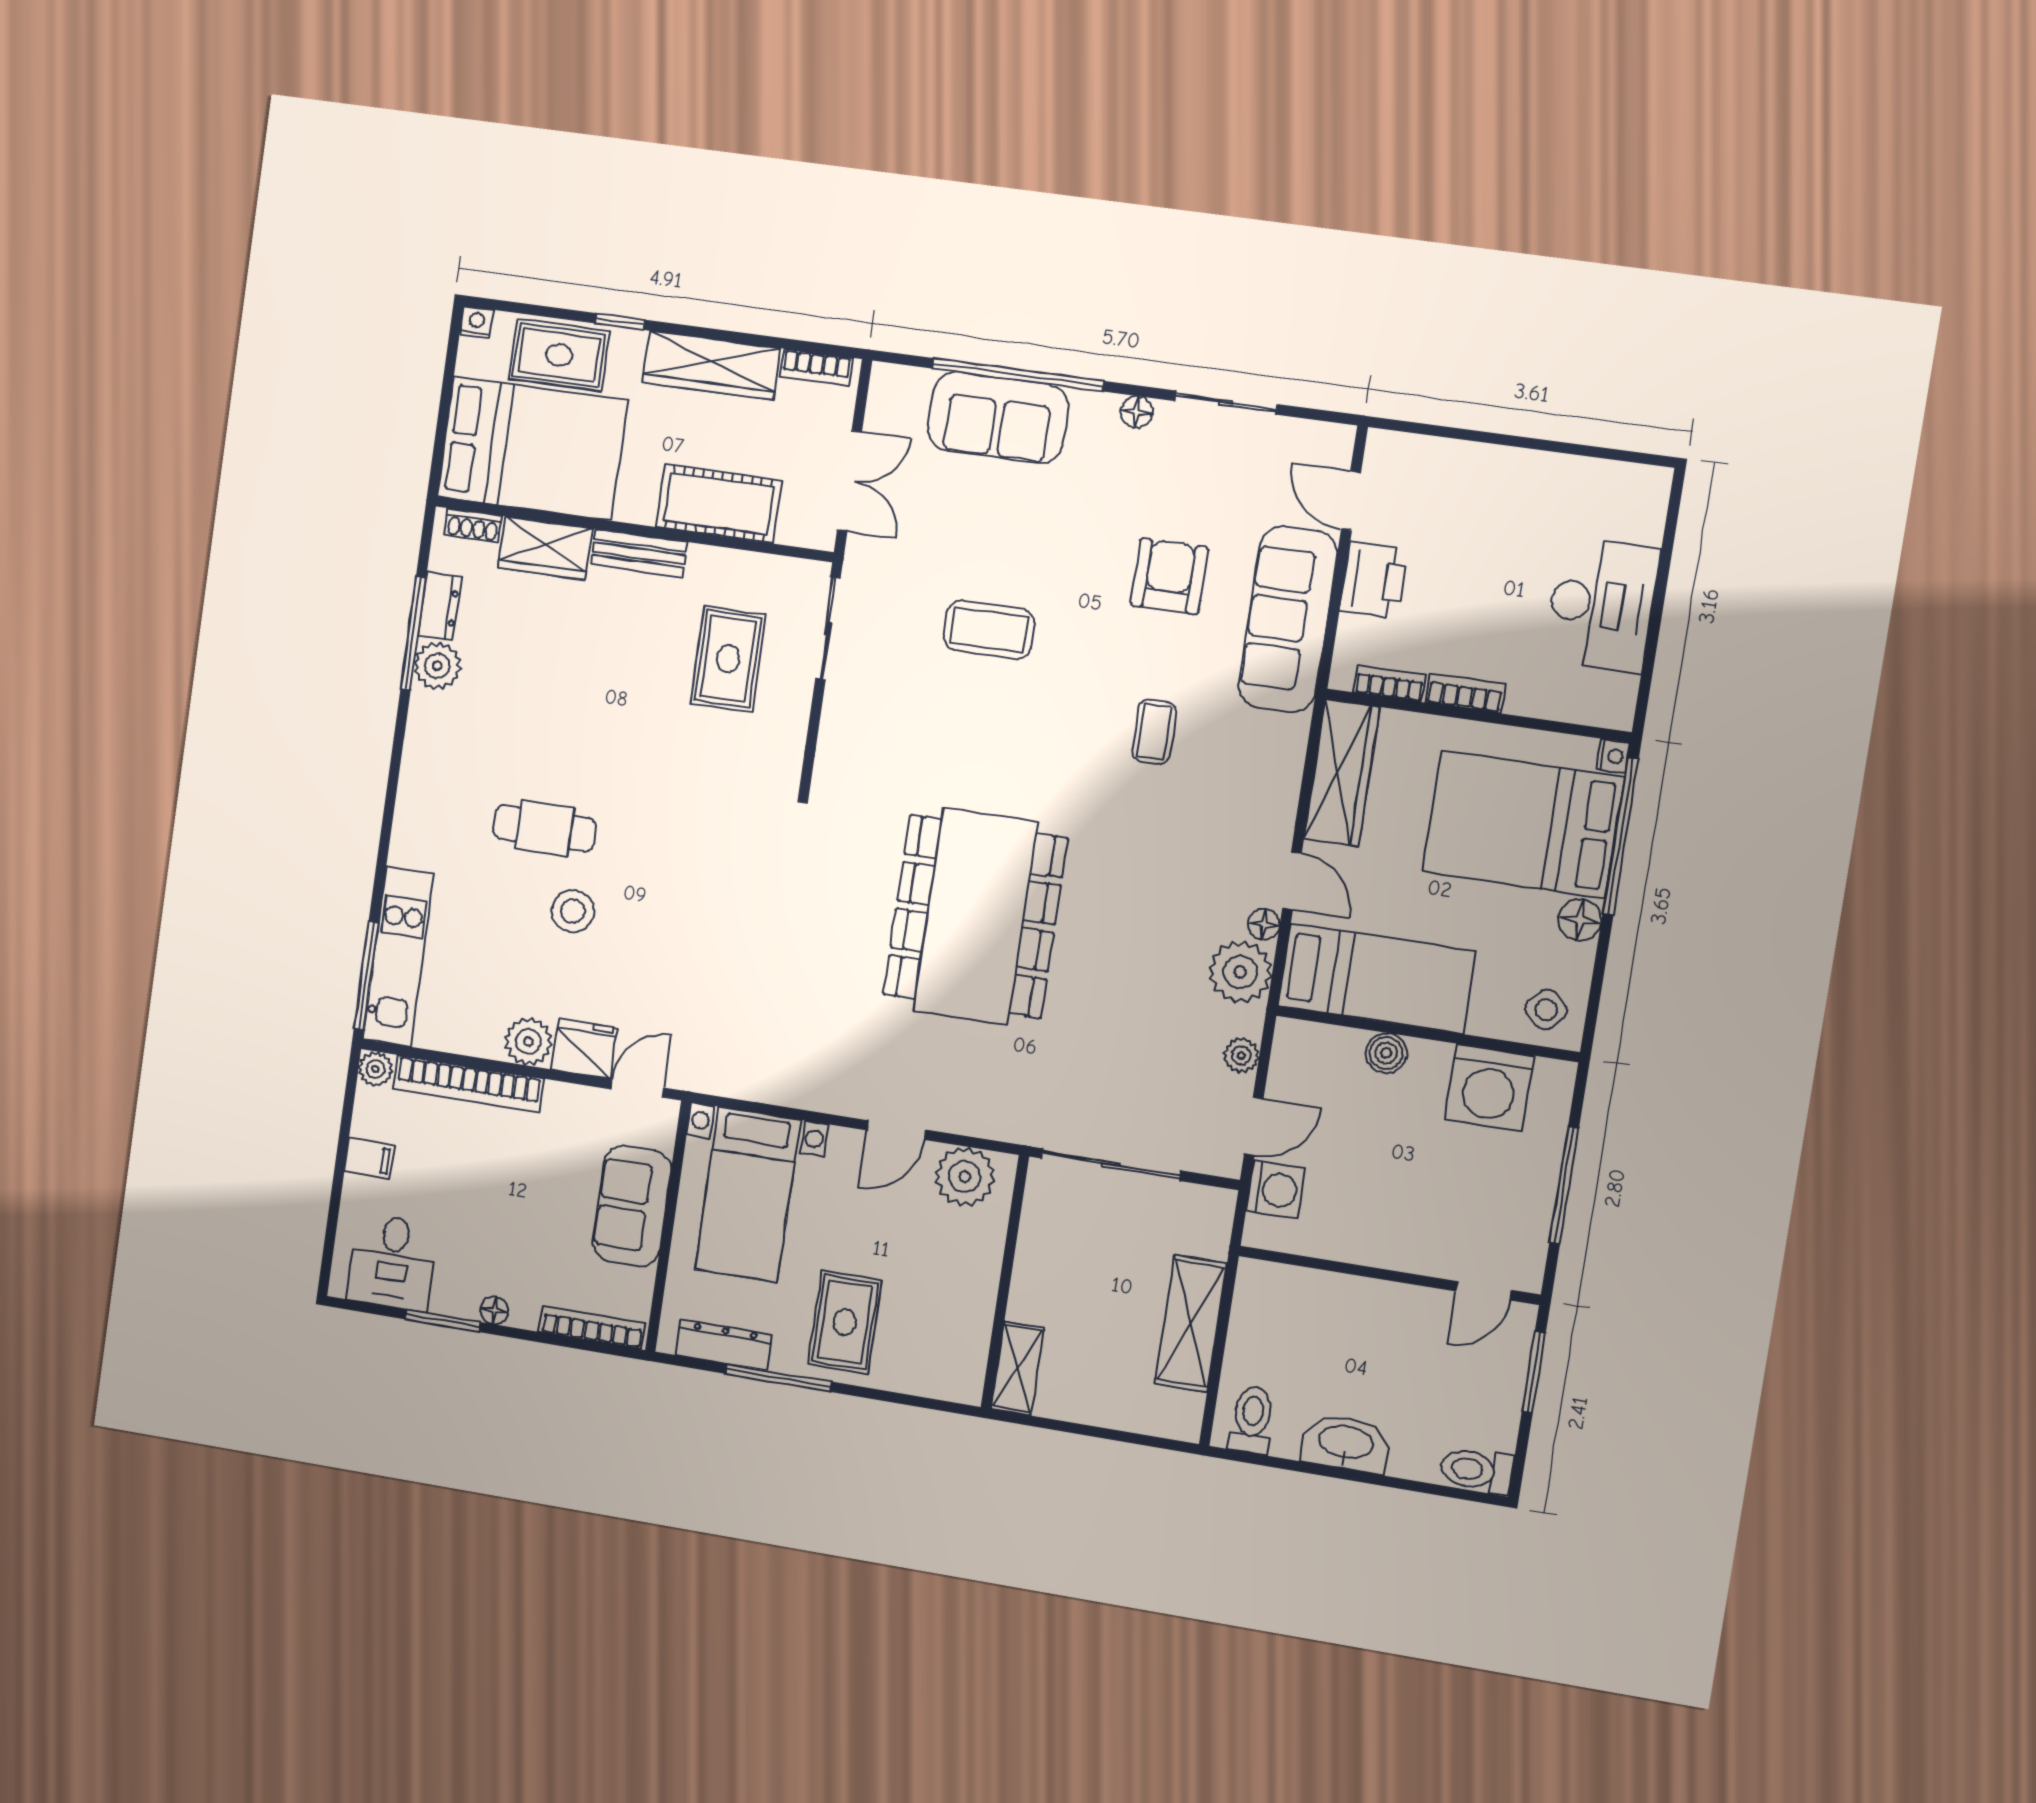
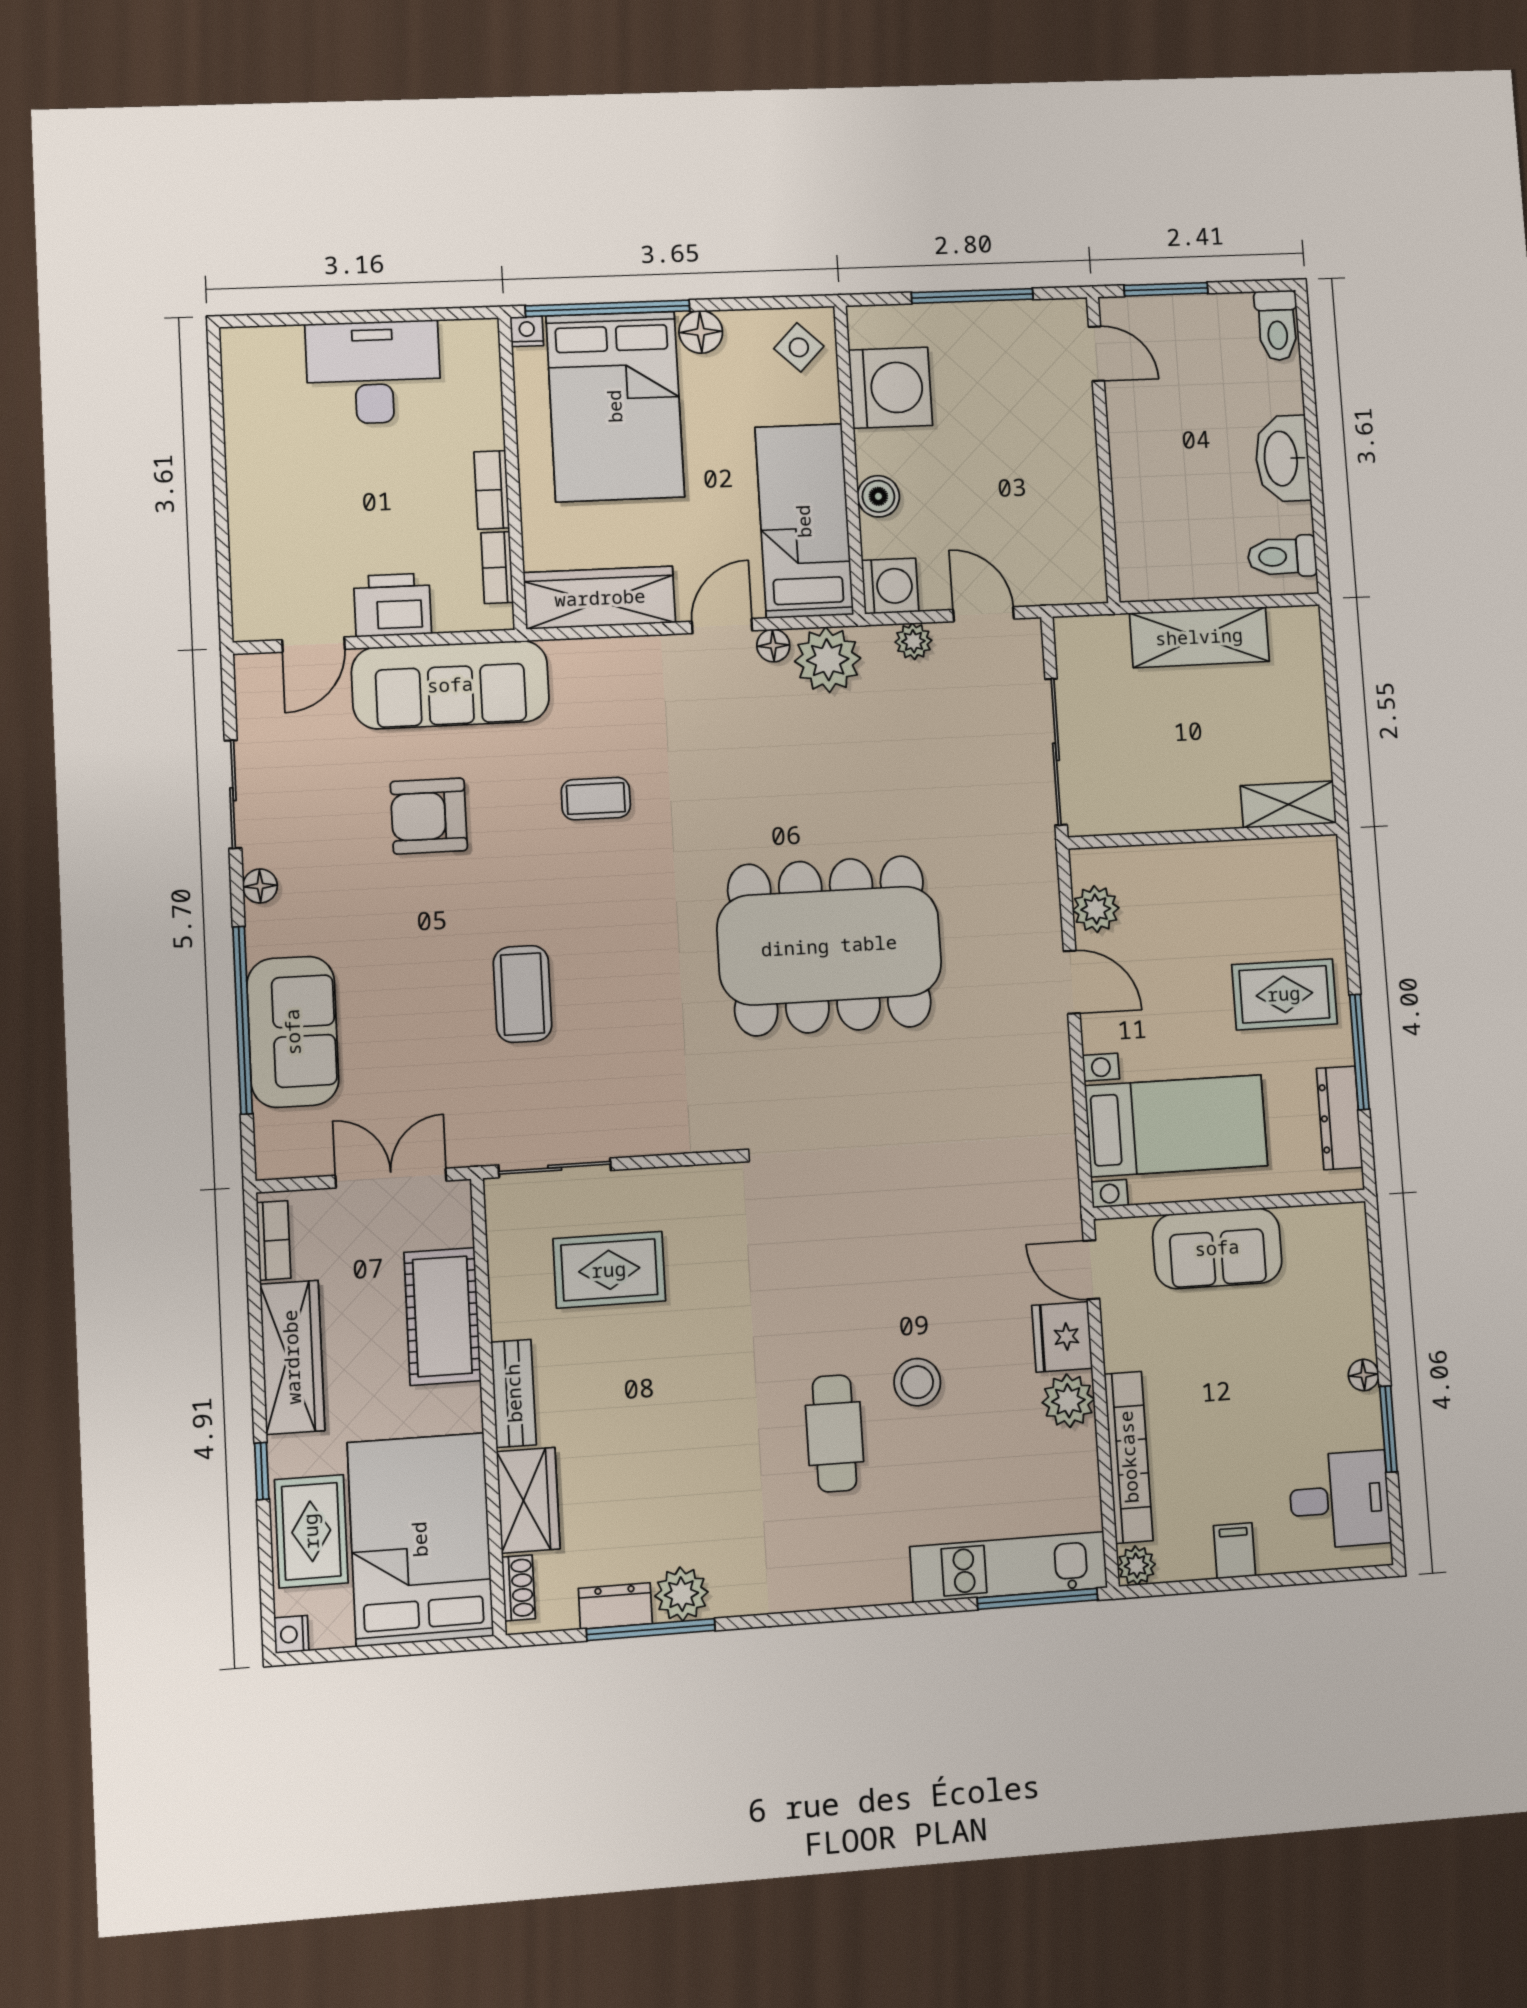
plant: (965, 1177) -> (1096, 909), width x0.73, depth x0.73
washing machine: (1276, 1190) -> (890, 586), moved, turned 90
bookcase: (592, 1327) -> (1356, 1264), removed

